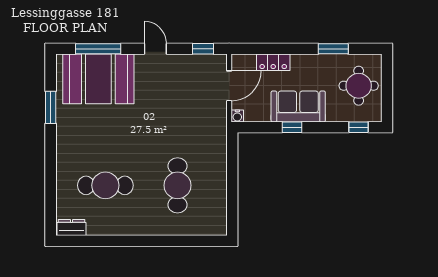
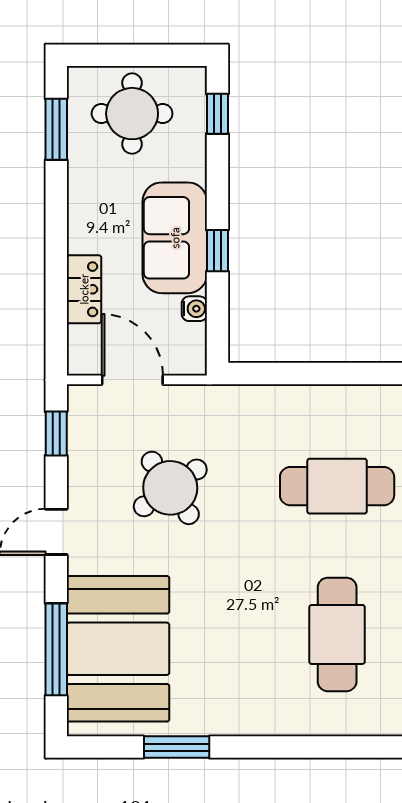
window: (333, 49) -> (56, 129), moved
round table: (177, 104) -> (170, 488), added
water cooler: (237, 116) -> (194, 309), moved

